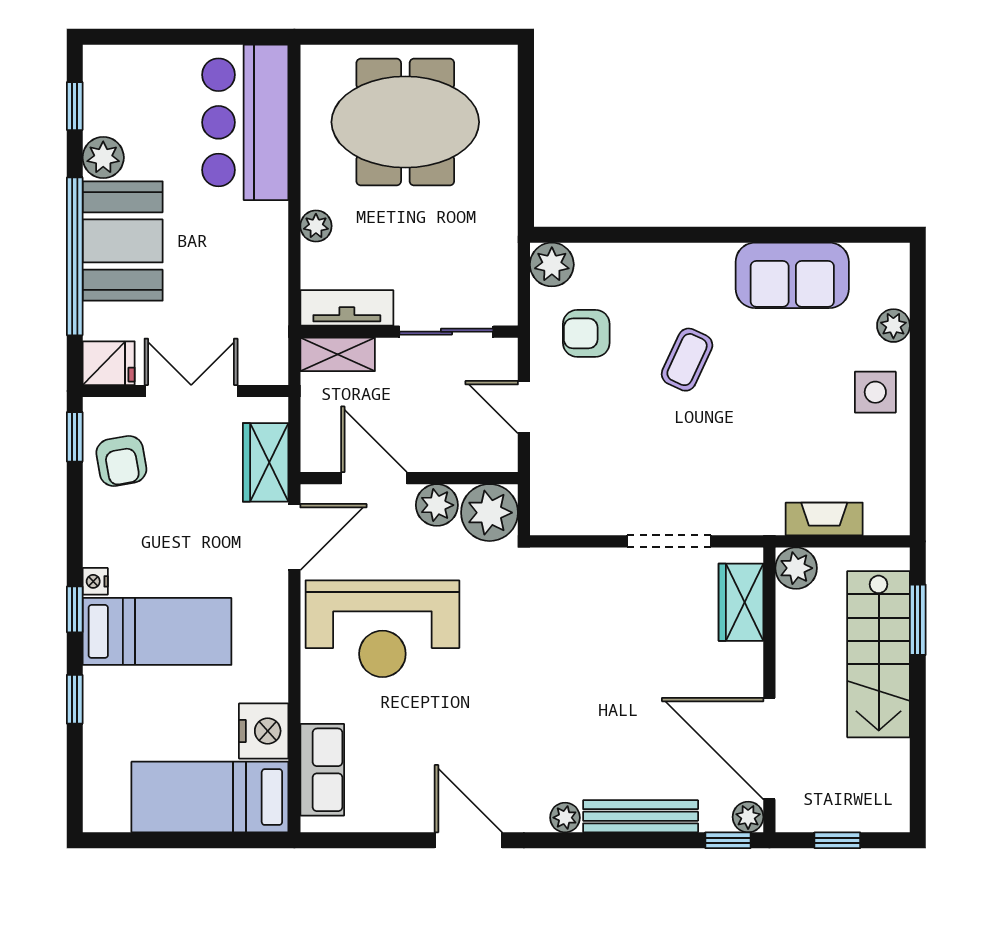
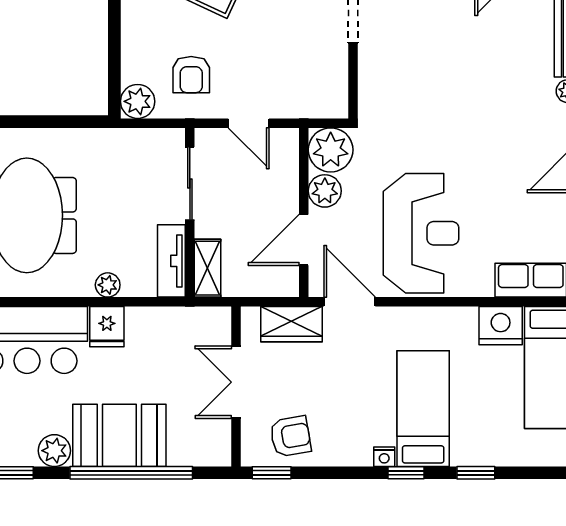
fridge: (109, 363) -> (107, 327), moved, turned 180
door: (524, 407) -> (249, 123), hinge flipped

